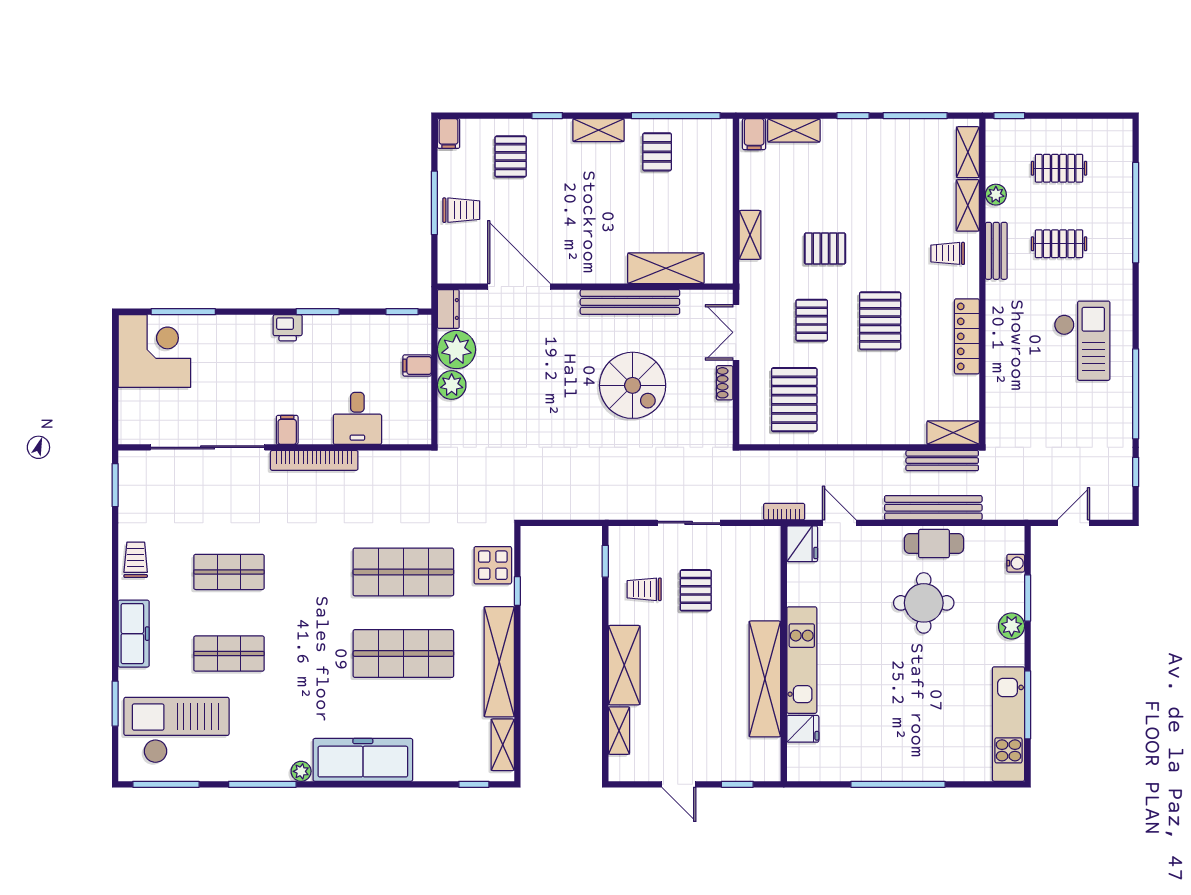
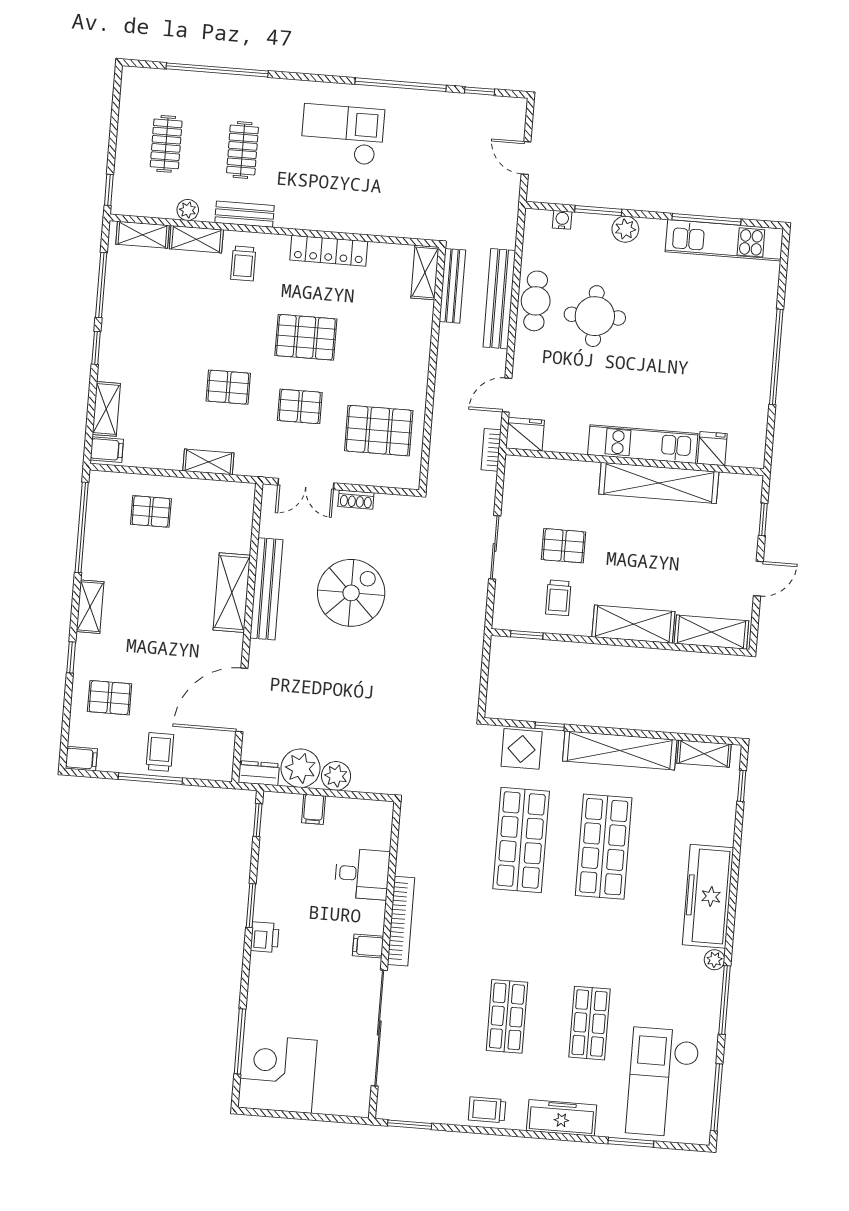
pallet: (657, 152) -> (151, 511), moved
pallet: (825, 249) -> (228, 387), turned 90
shelving: (666, 268) -> (232, 593), moved
shelving: (619, 731) -> (711, 632), width x1.50, depth x1.33

